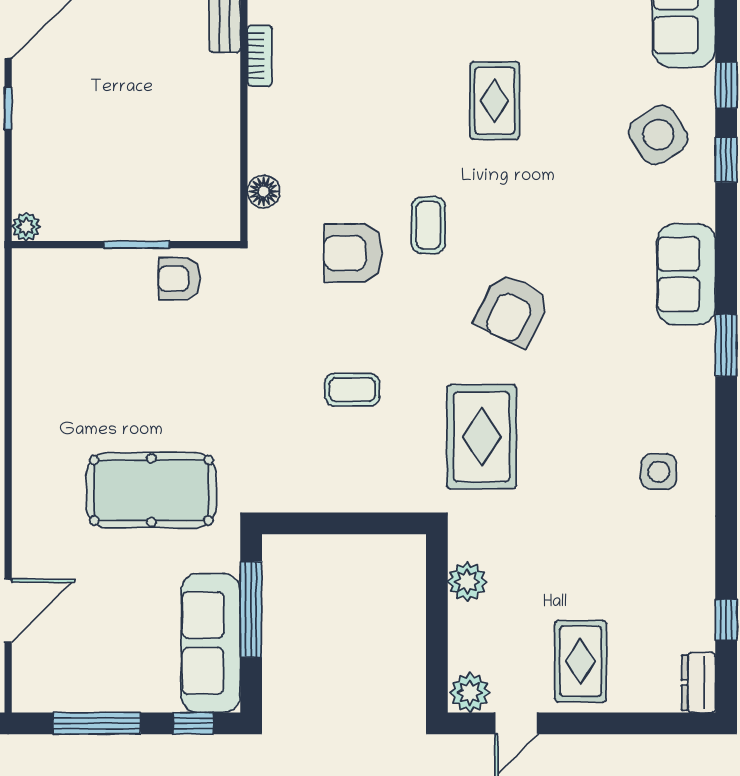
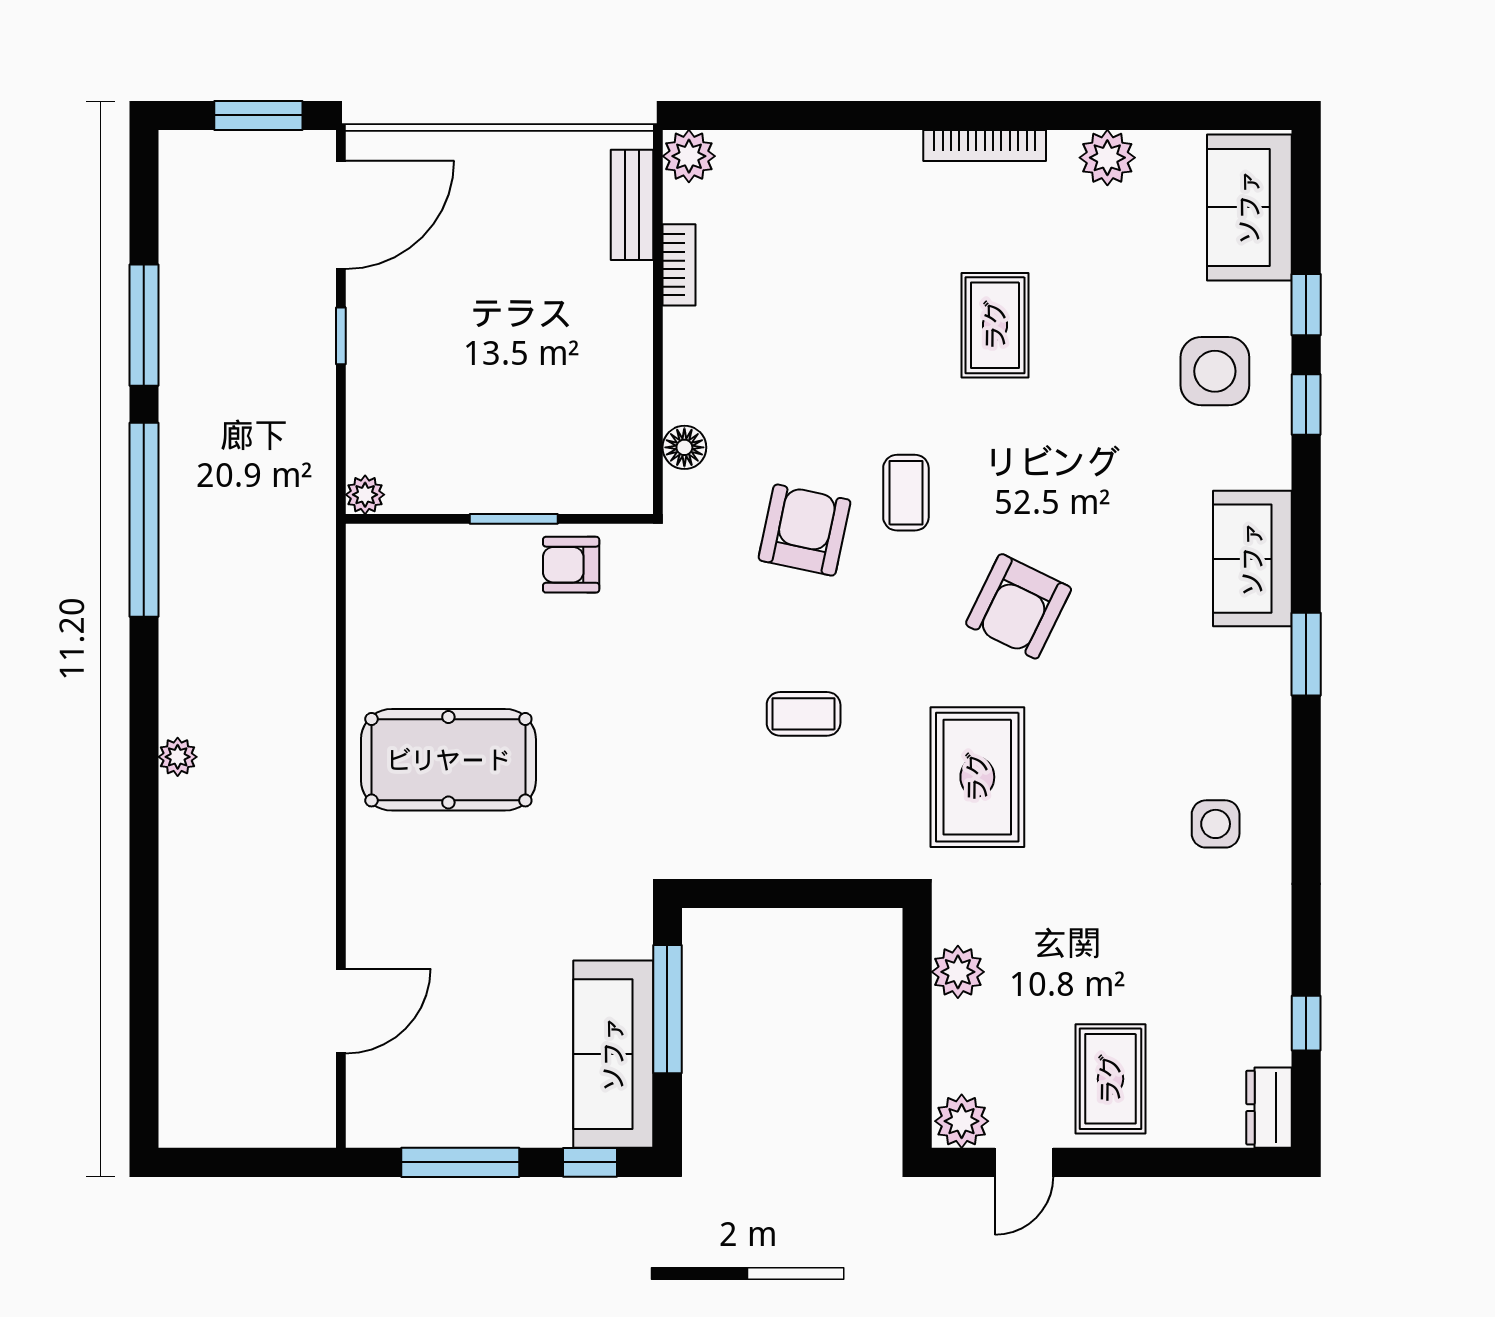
side table: (658, 135) -> (1215, 371), turned 32
armchair: (353, 253) -> (805, 530), turned 102
pool table: (151, 490) -> (448, 760), moved

